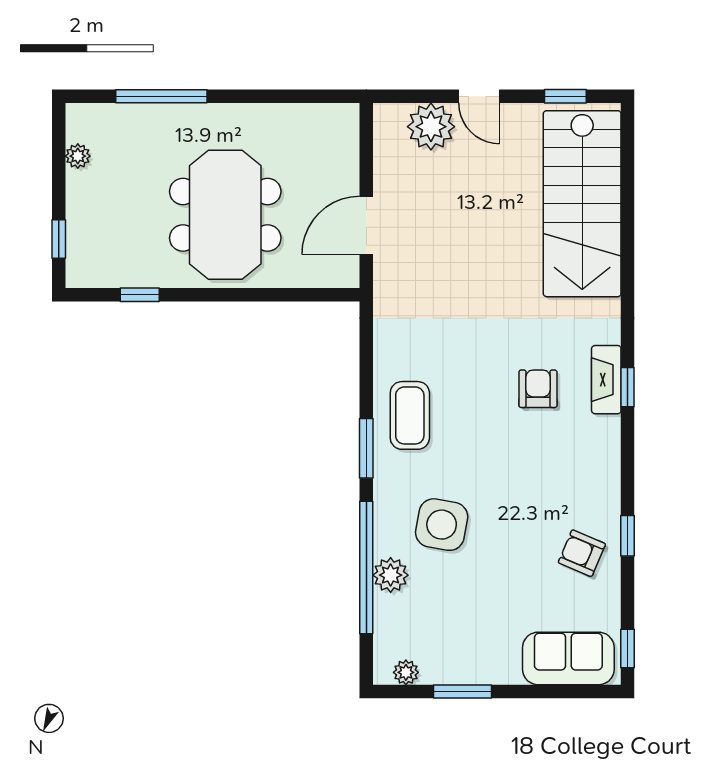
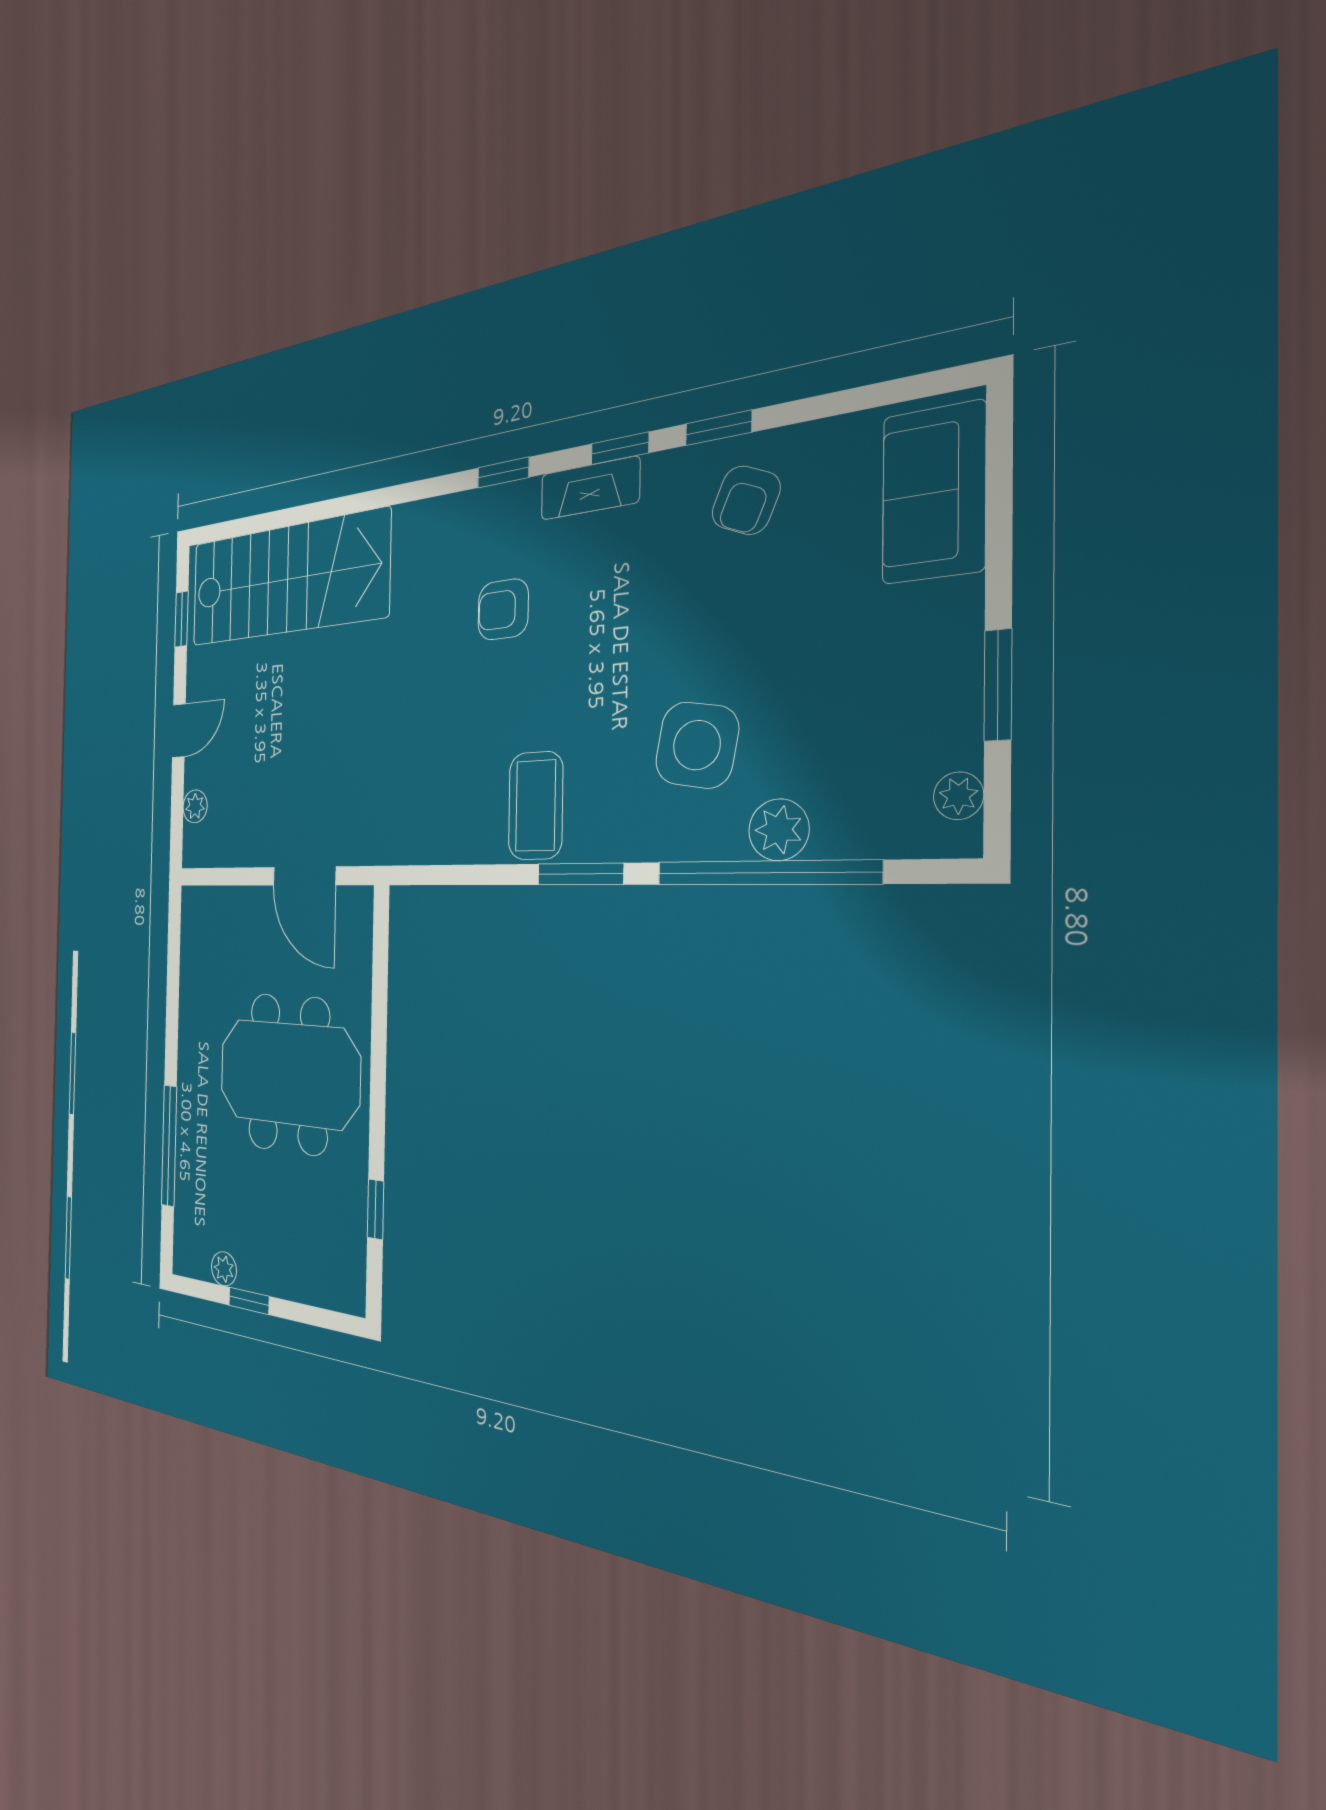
plant: (431, 127) -> (195, 806), width x0.53, depth x0.53
window: (59, 239) -> (249, 1301), moved
fireplace: (606, 380) -> (590, 488), moved
coffee table: (410, 415) -> (536, 806), turned 90
window: (628, 649) -> (620, 448), moved

